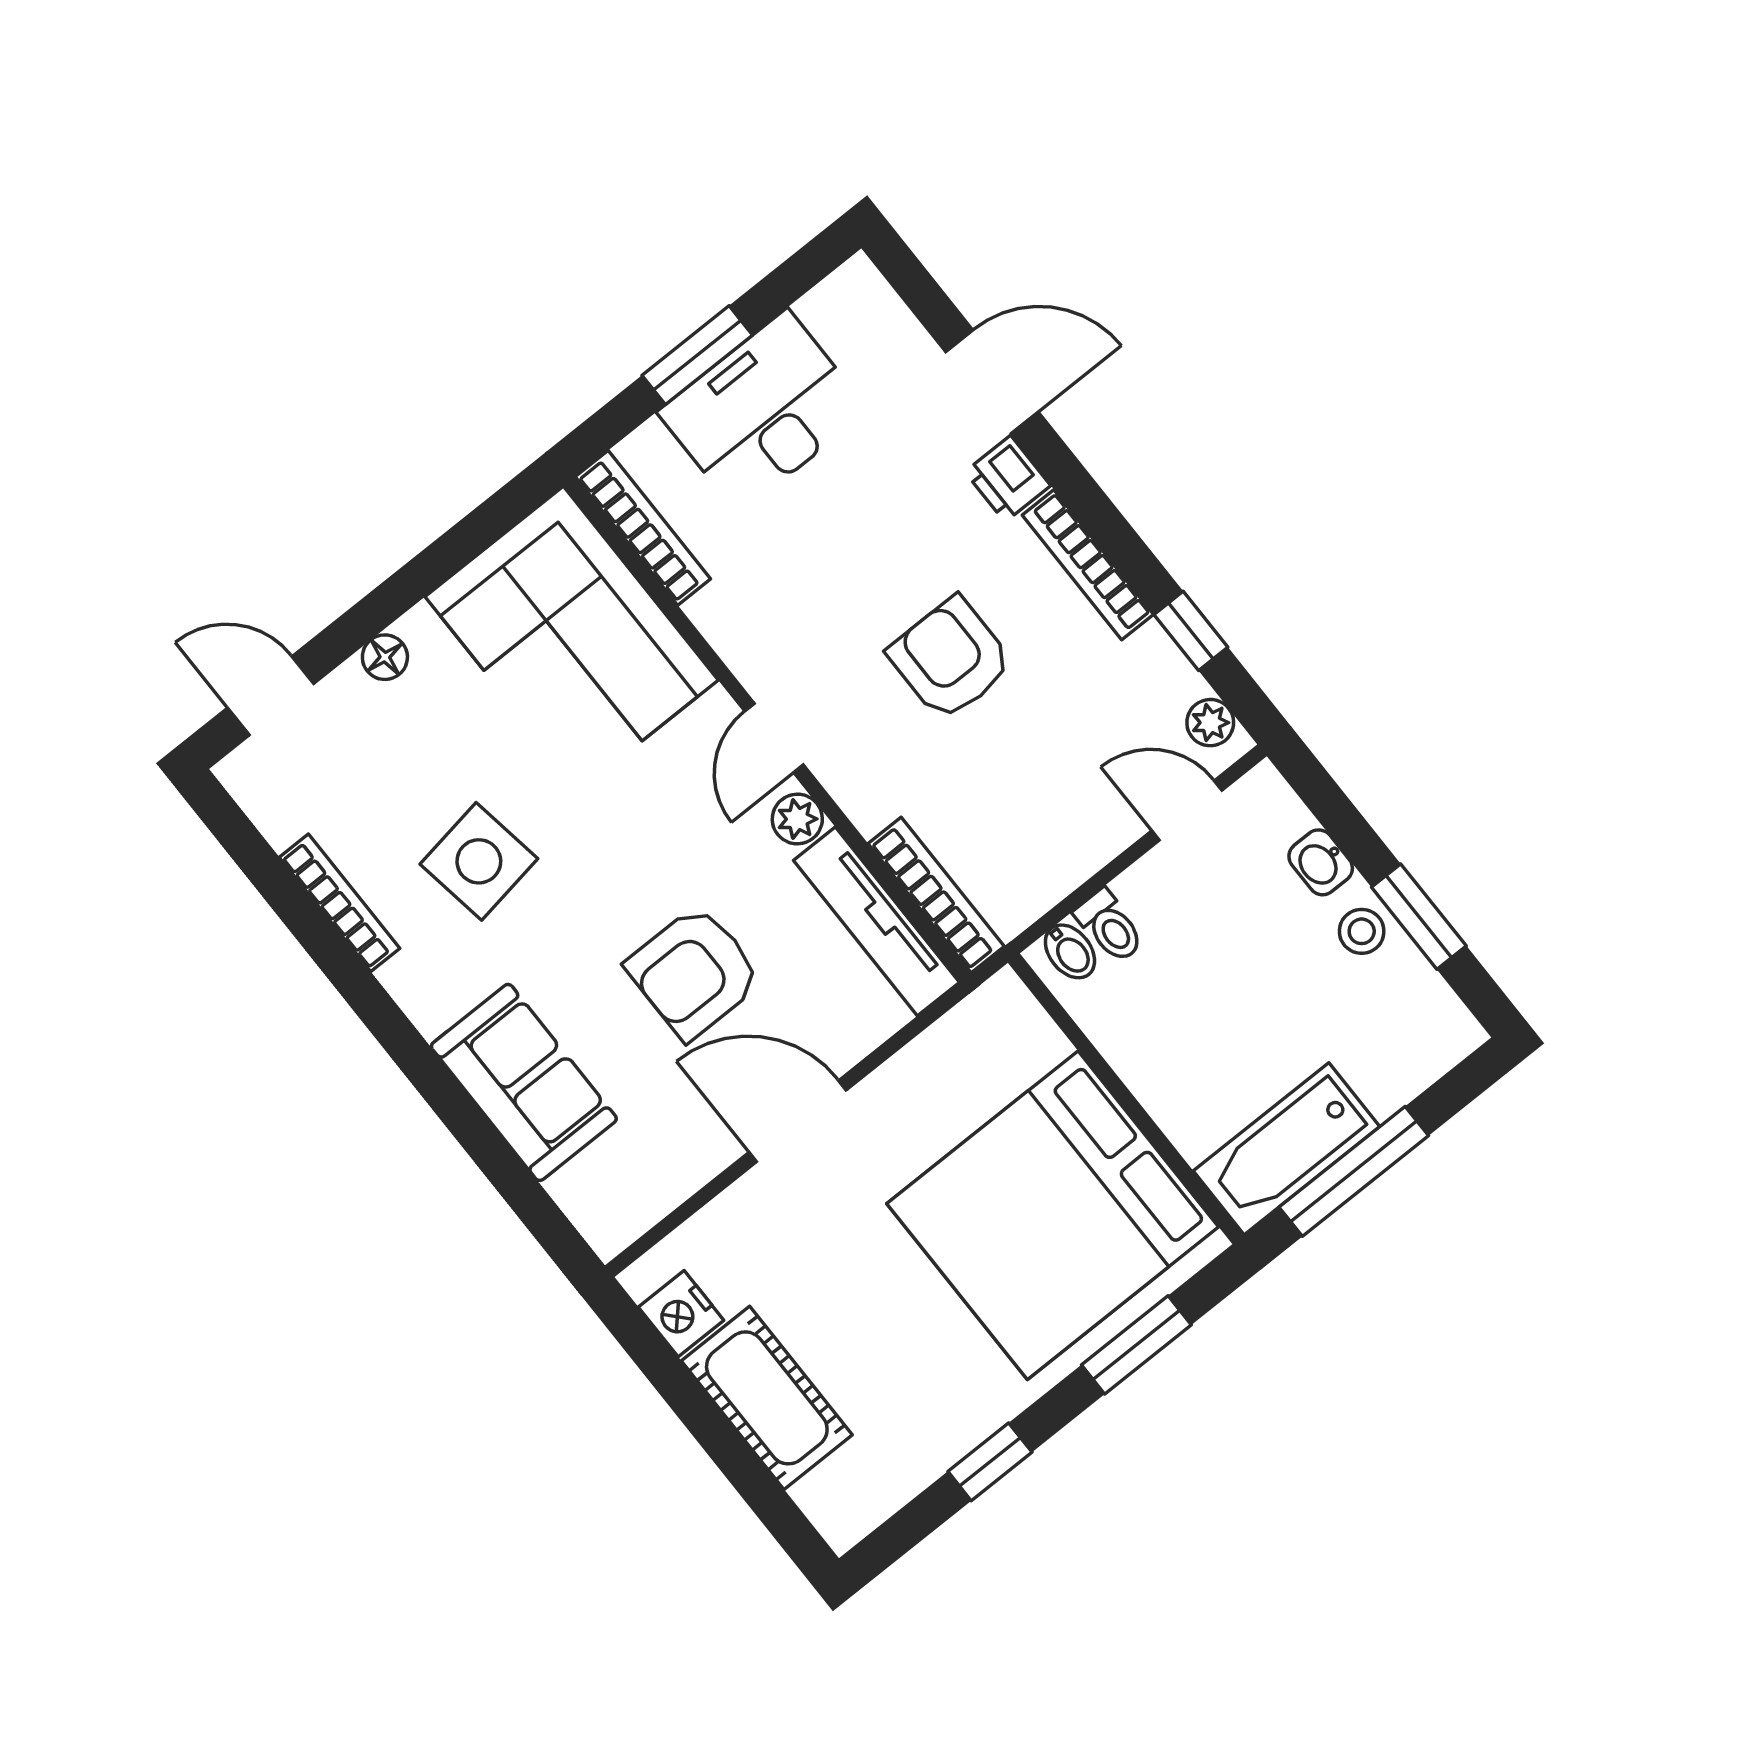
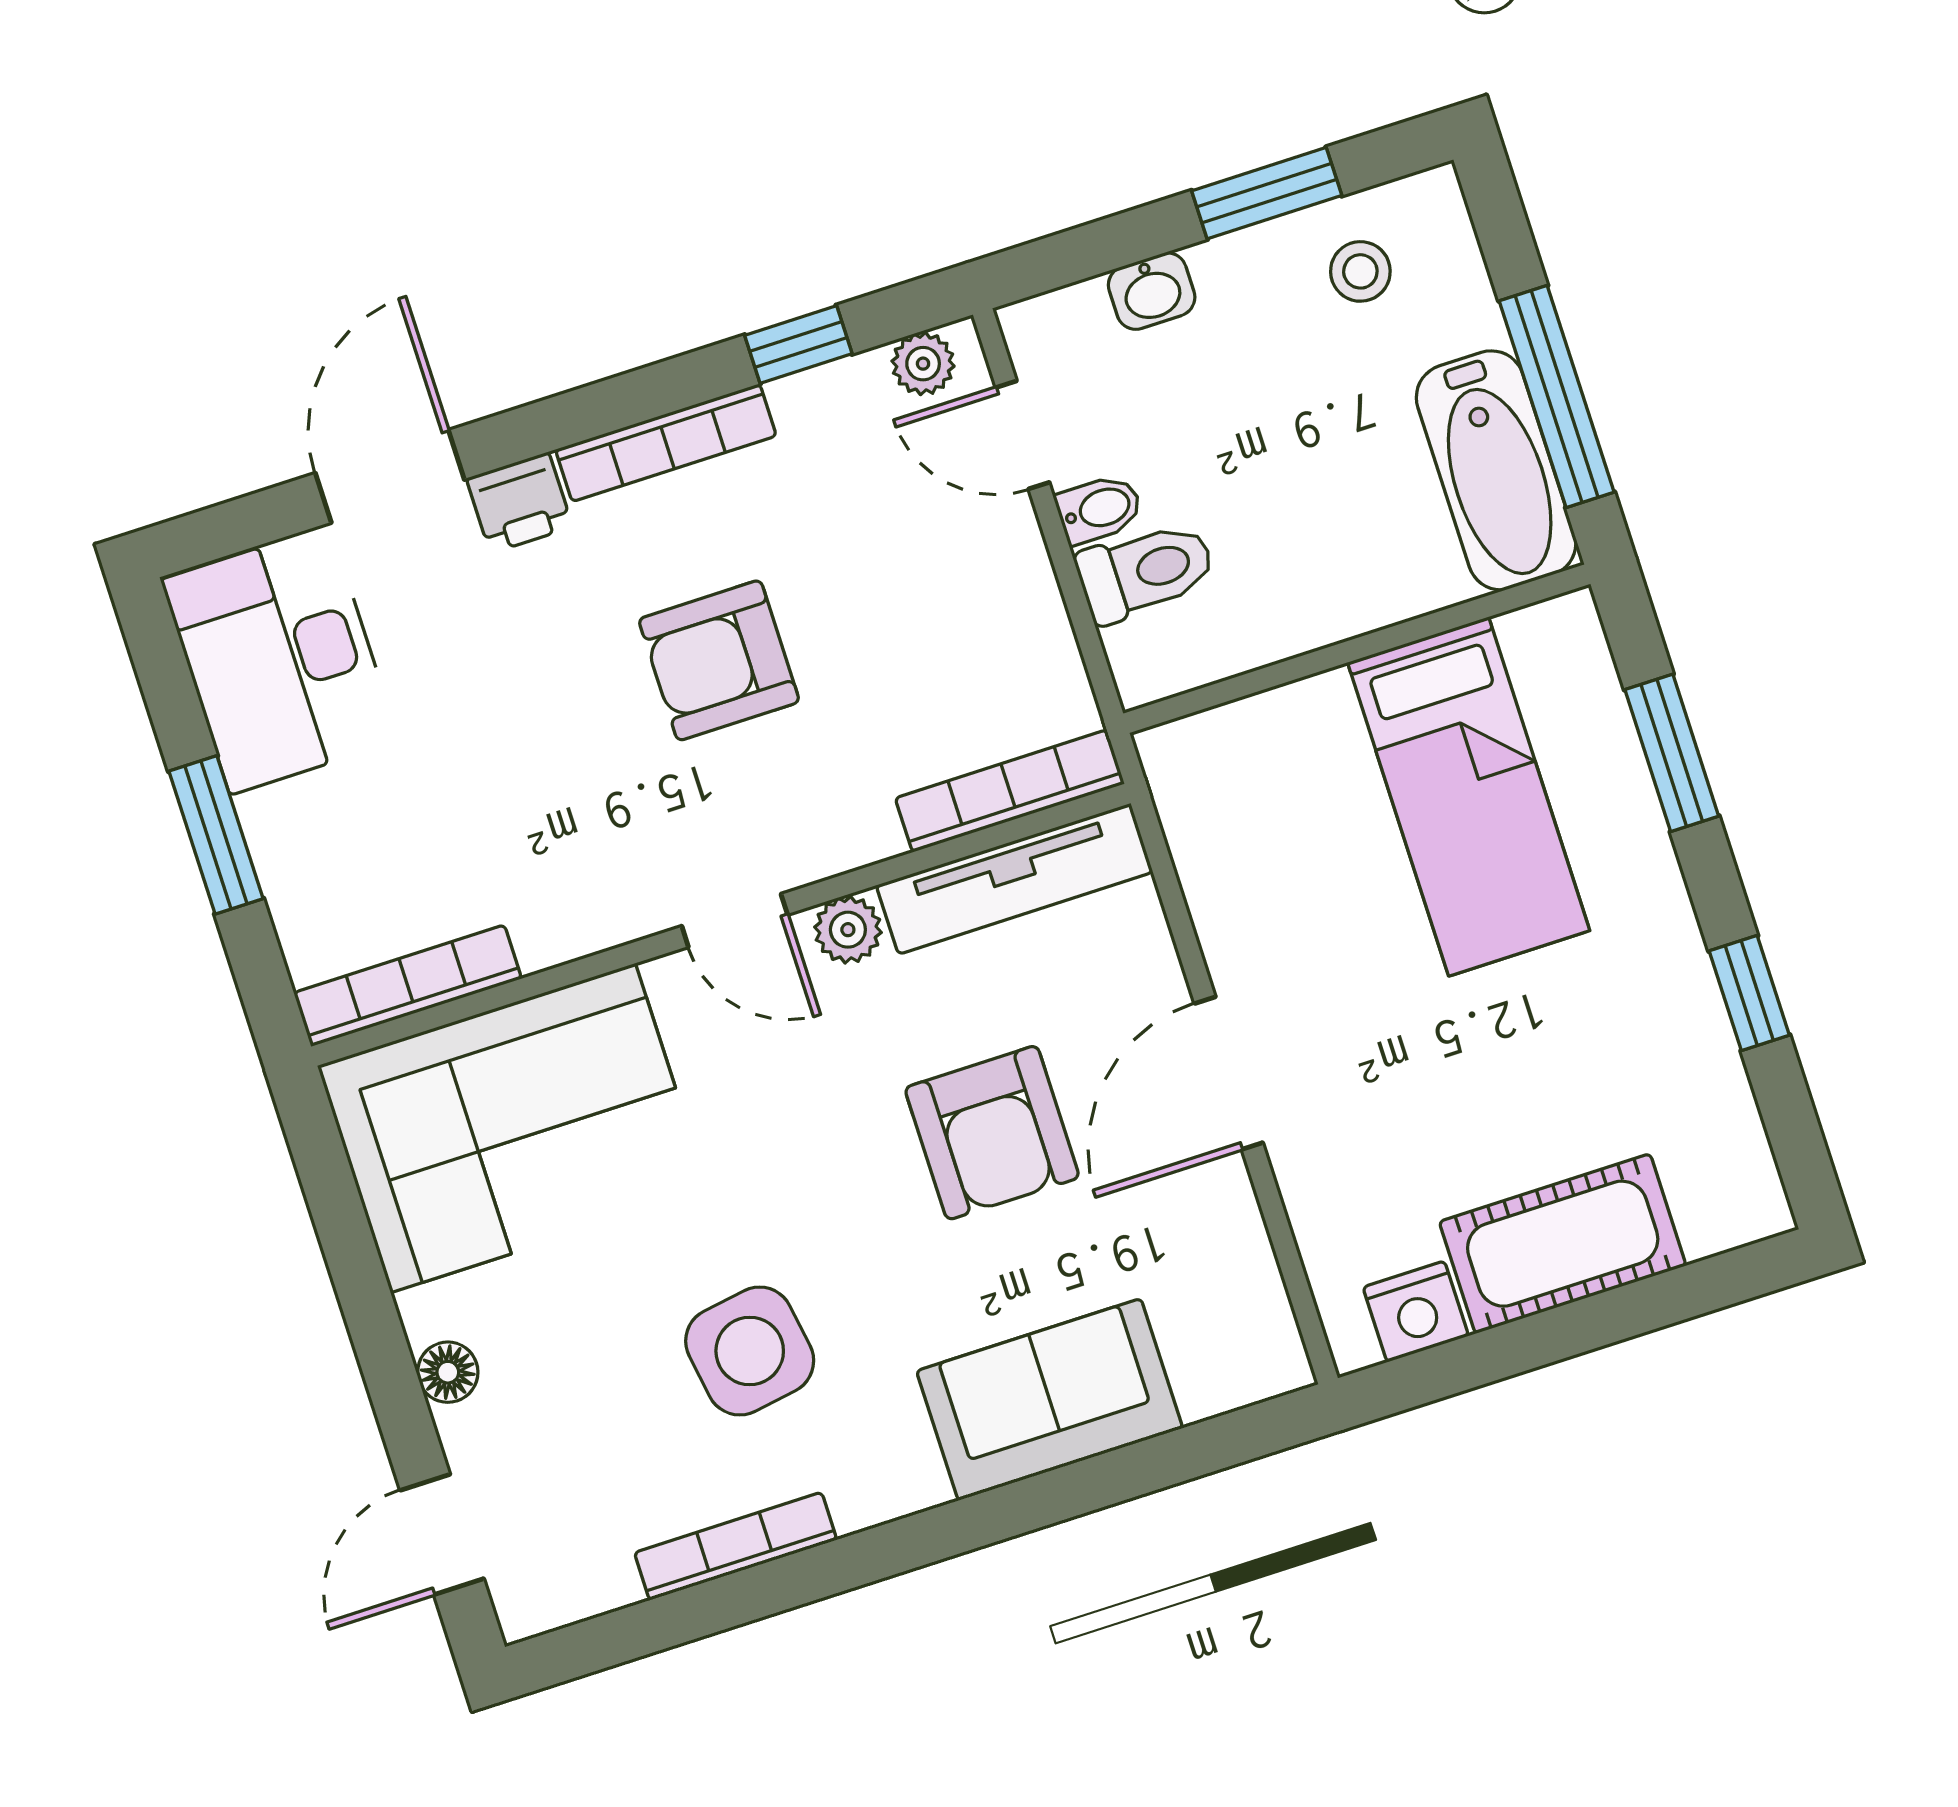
desk: (763, 411) -> (280, 660), moved
door: (1187, 810) -> (1023, 435), hinge flipped
toilet: (1110, 926) -> (1146, 571), width x1.37, depth x1.39
stool: (1362, 931) -> (1360, 271), moved
bidet: (1070, 951) -> (1099, 509), moved
bed: (1053, 1215) -> (1469, 797), width x0.49

